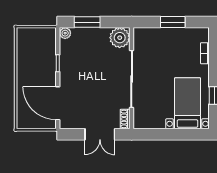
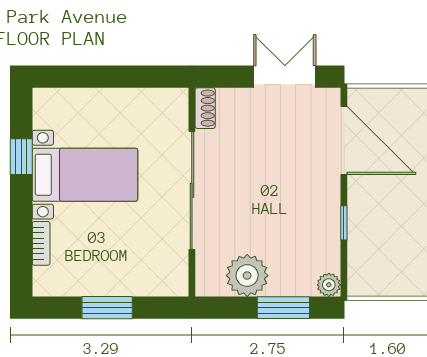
plant: (120, 38) -> (247, 276), moved
bed with nightstands: (188, 103) -> (85, 175), moved, turned -90
double door: (100, 134) -> (285, 77), moved

